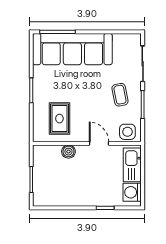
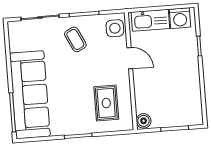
coffee table: (120, 95) -> (75, 39), turned 75
rug: (59, 119) -> (106, 103), turned 90
door: (99, 143) -> (130, 58), swing flipped
boiler: (68, 152) -> (144, 121), moved

